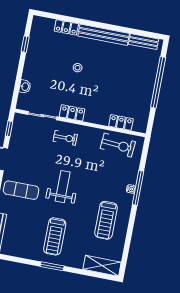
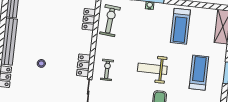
treadmill: (106, 220) -> (180, 26), turned 90
treadmill: (55, 236) -> (199, 73), turned -90

